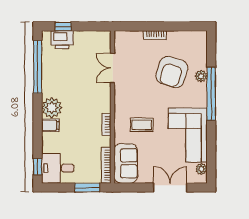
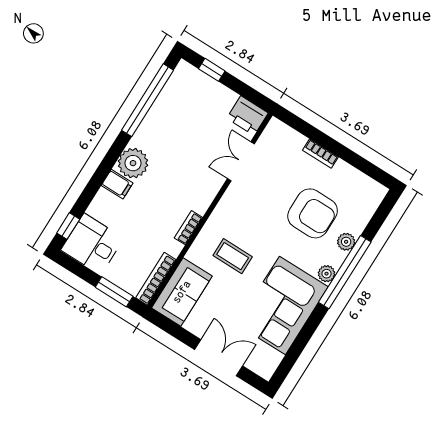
printer: (62, 40) -> (247, 116), moved
armchair: (172, 72) -> (313, 213), turned -107
plant: (201, 169) -> (327, 274), moved

